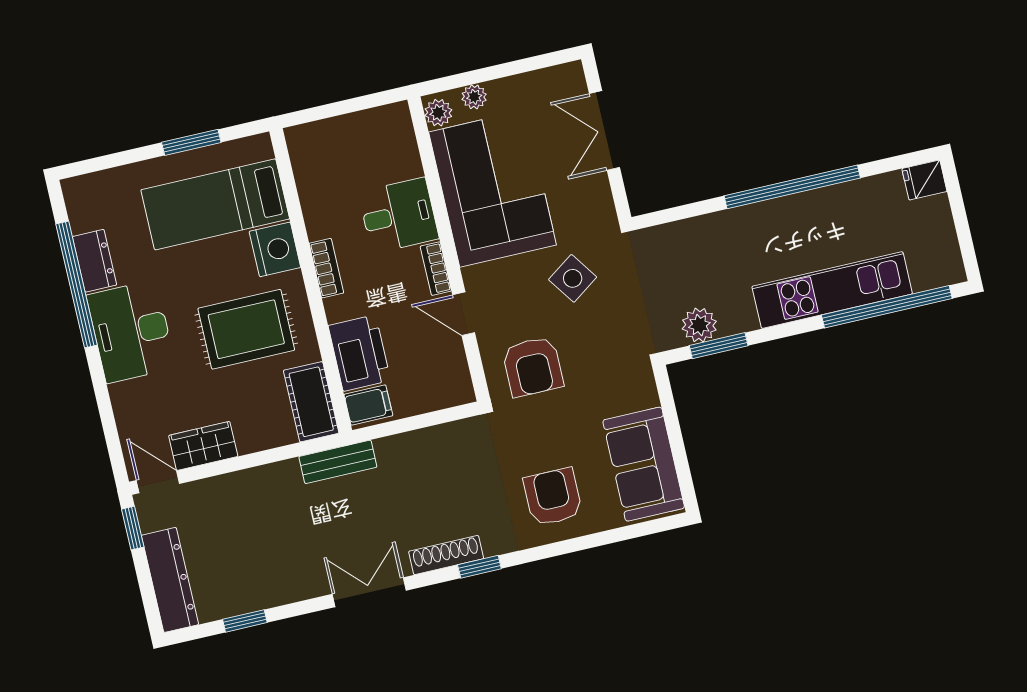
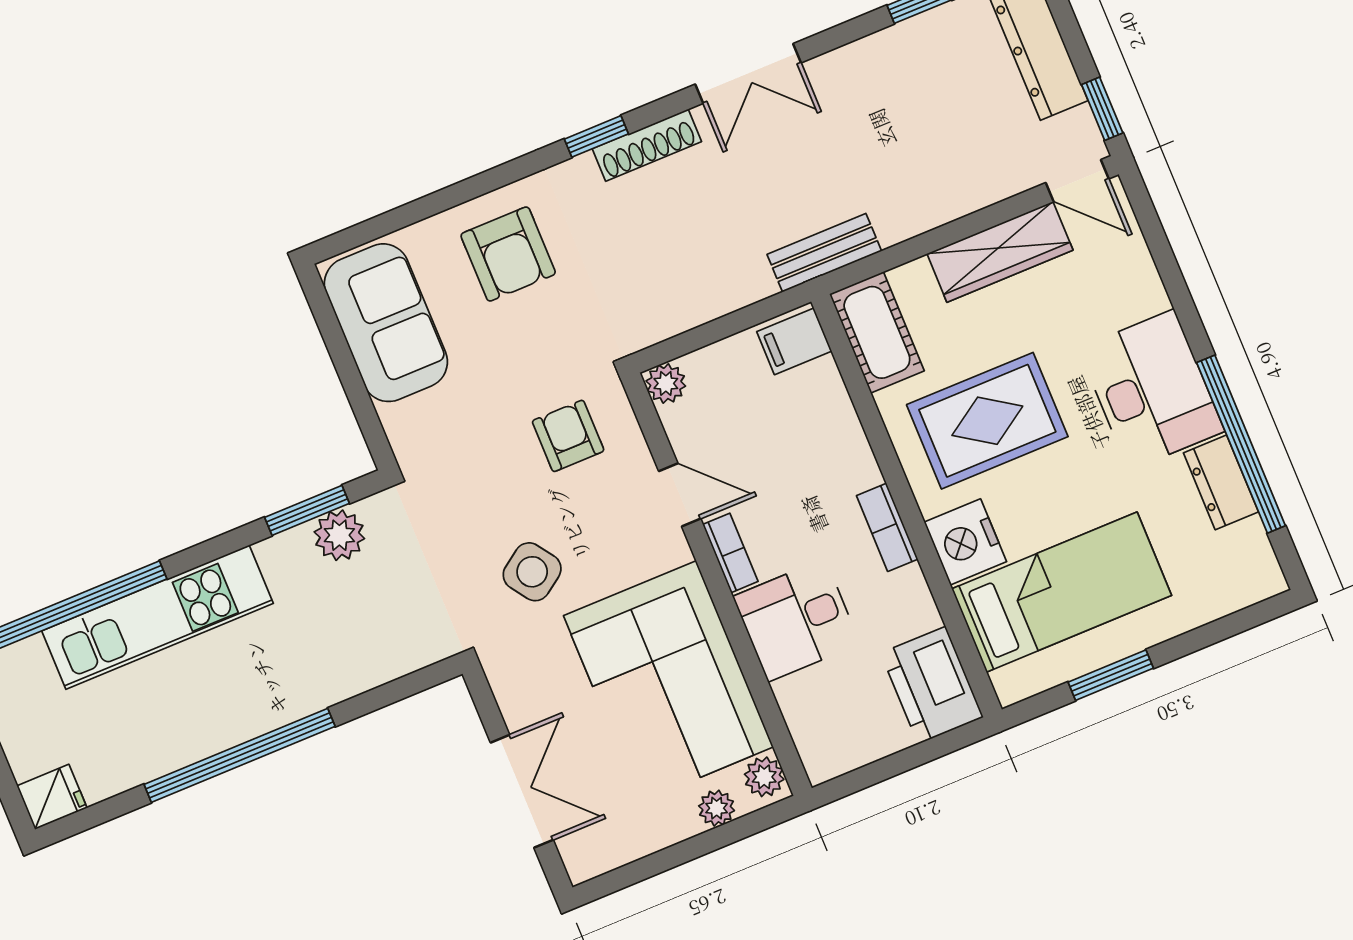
printer: (359, 353) -> (932, 685), moved
armchair: (533, 367) -> (568, 436), width x0.72, depth x0.72
plant: (460, 391) -> (666, 383), added
wardrobe: (203, 446) -> (1000, 252), width x1.50

